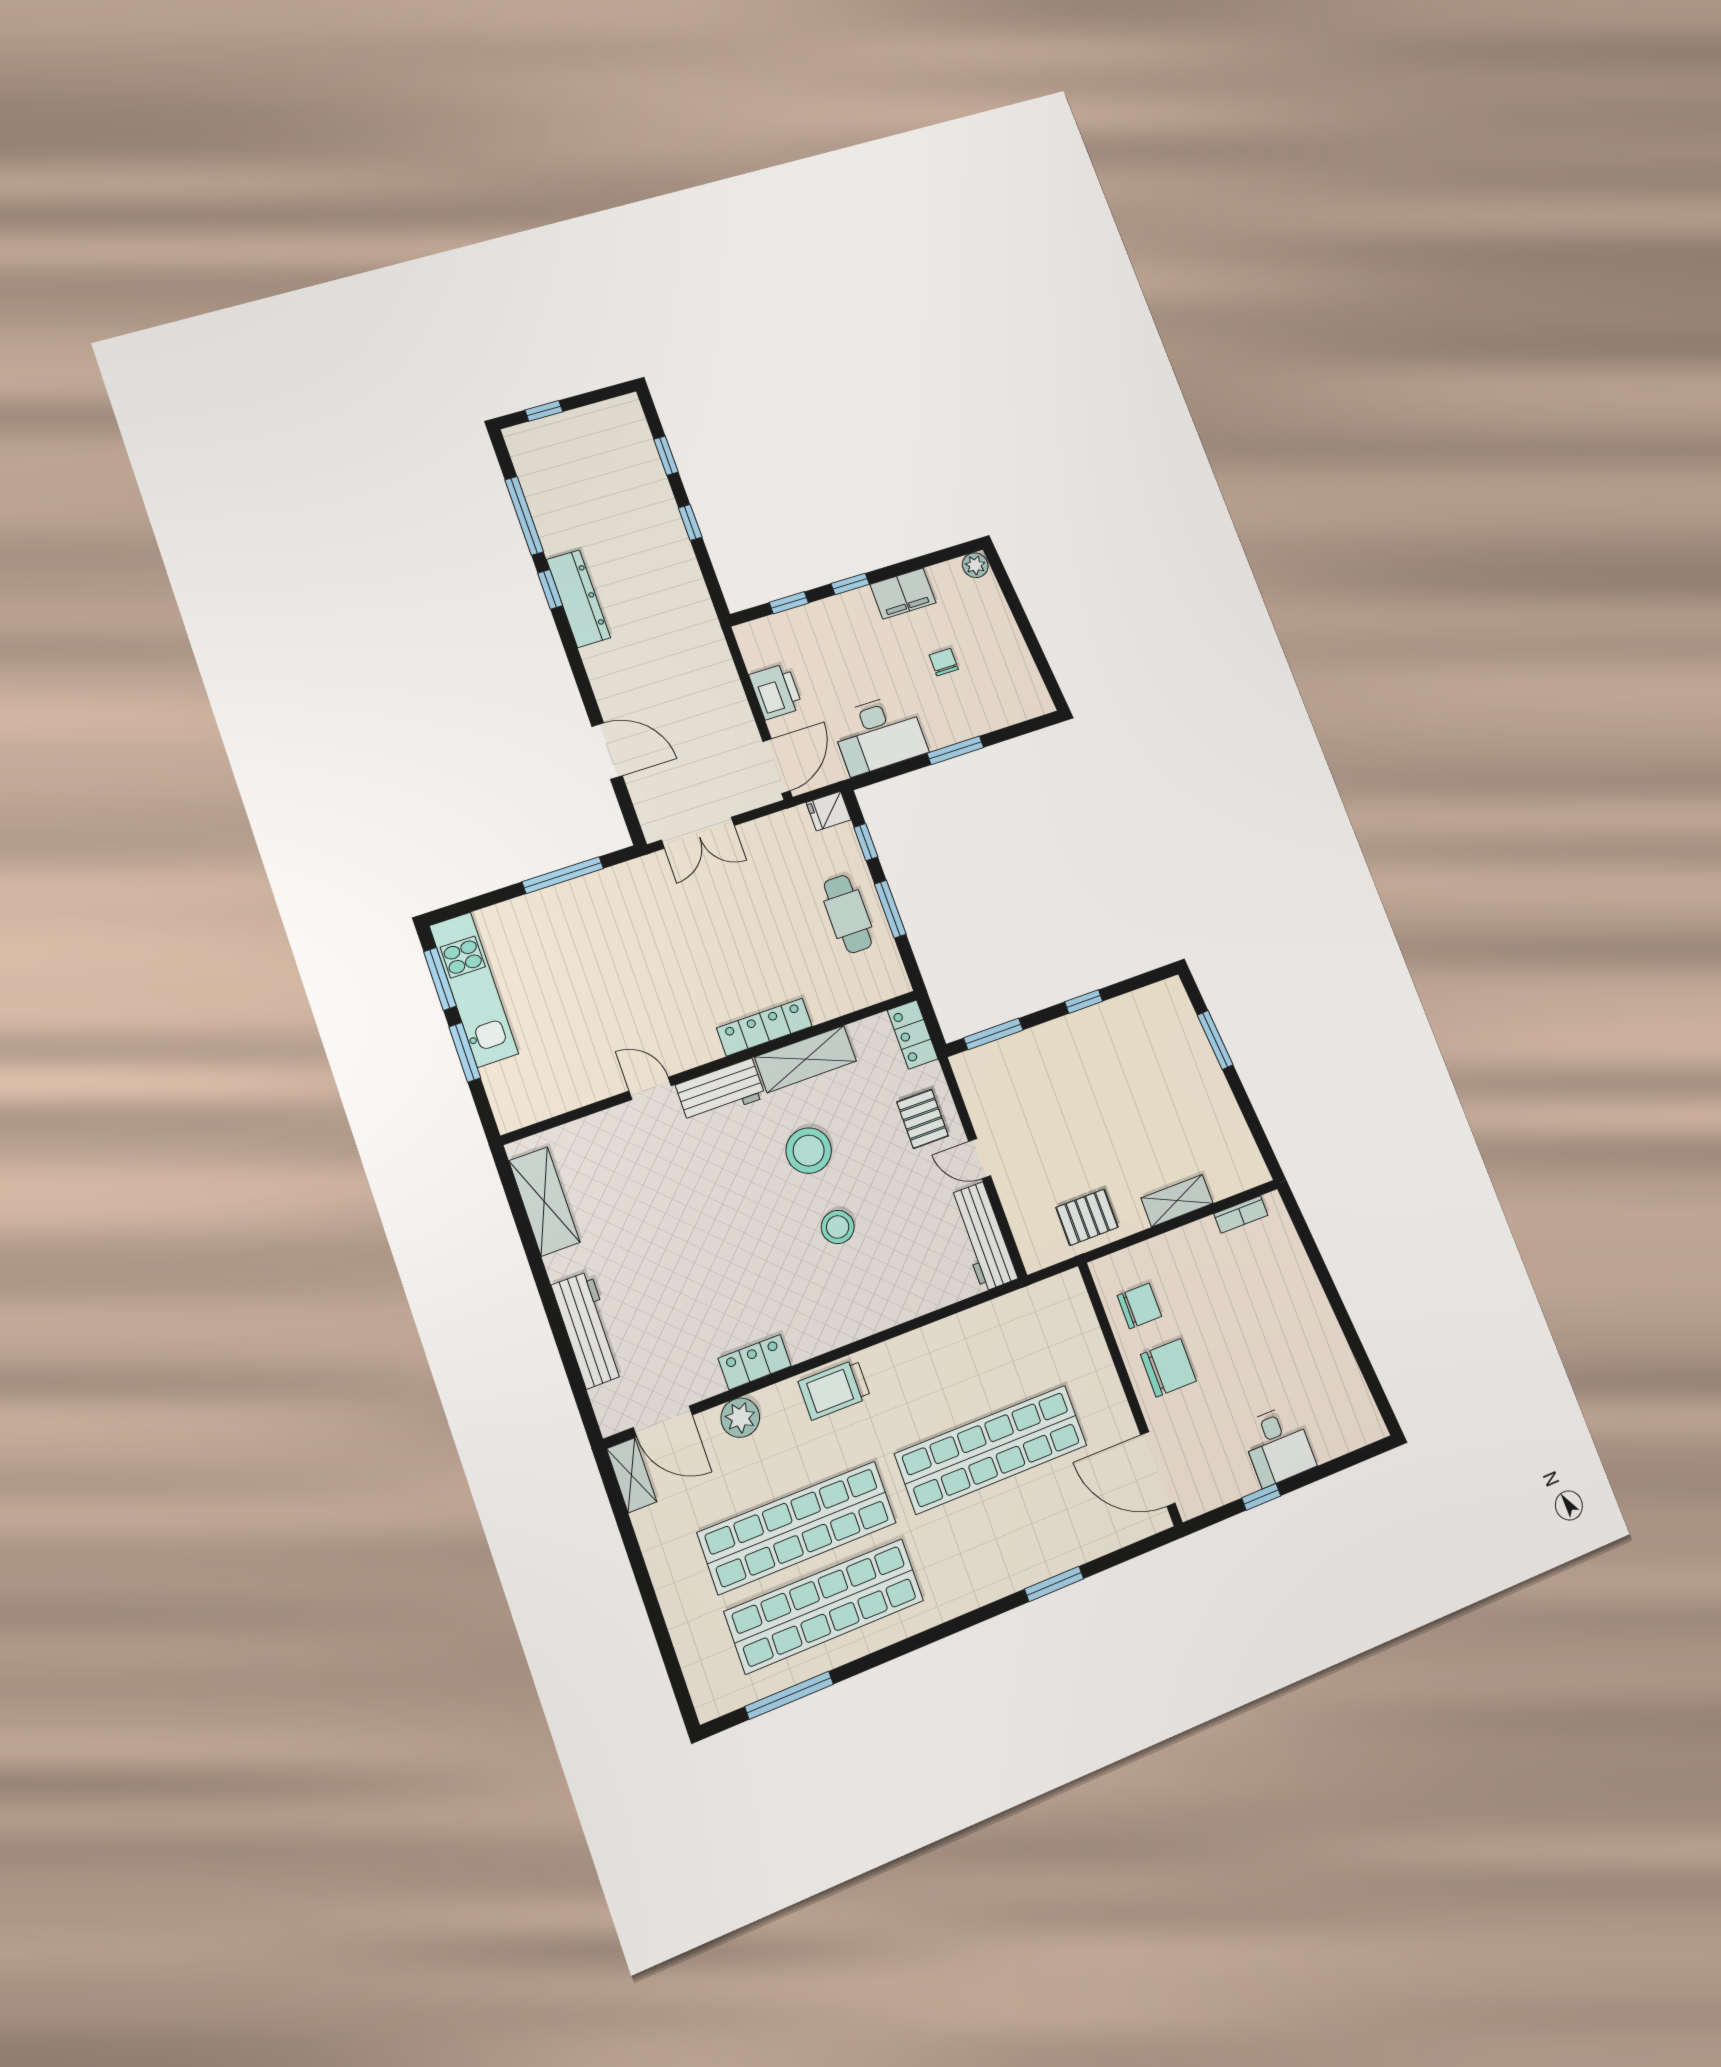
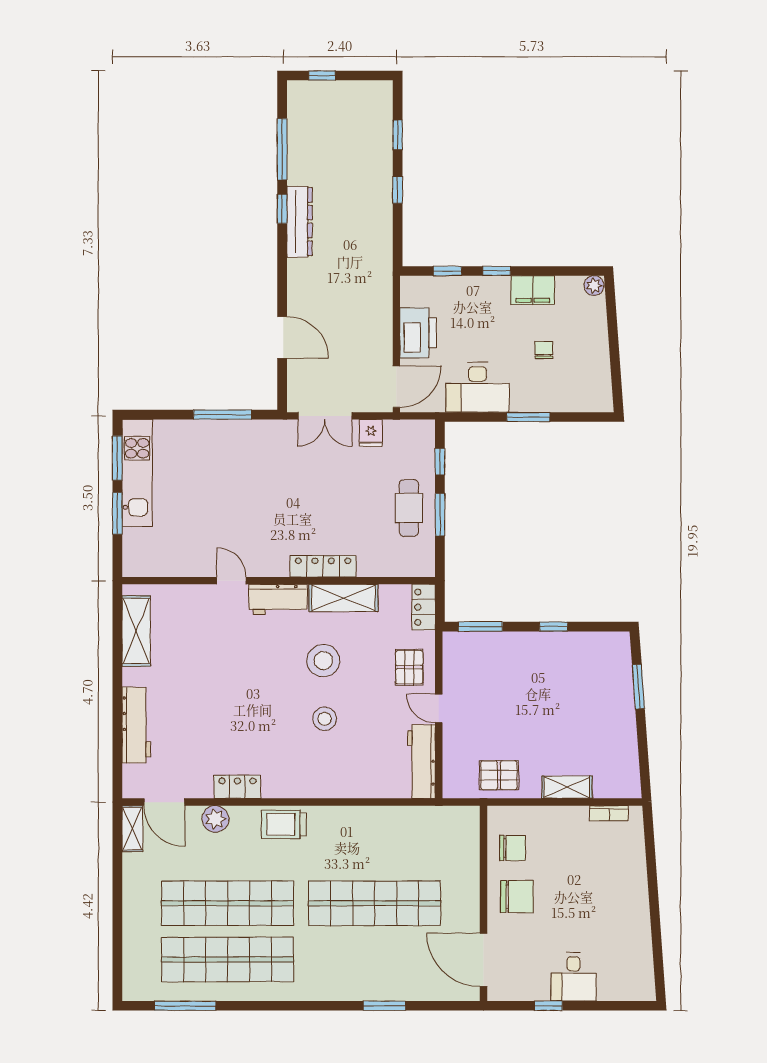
printer: (776, 691) -> (418, 333), width x1.37, depth x1.19
fridge: (829, 811) -> (371, 433), moved, turned -90

